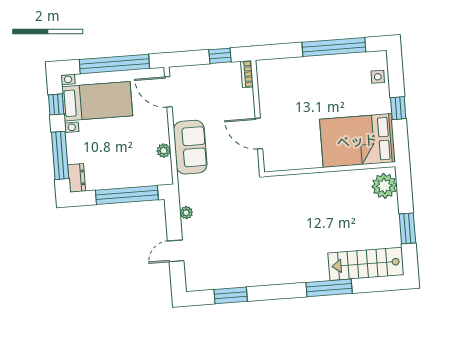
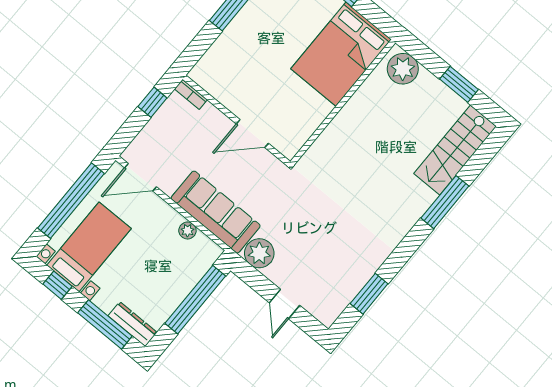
sofa: (190, 147) -> (216, 212), width x1.36
dresser: (77, 178) -> (133, 324), width x1.44
plant: (186, 213) -> (259, 253), width x1.87, depth x1.87

